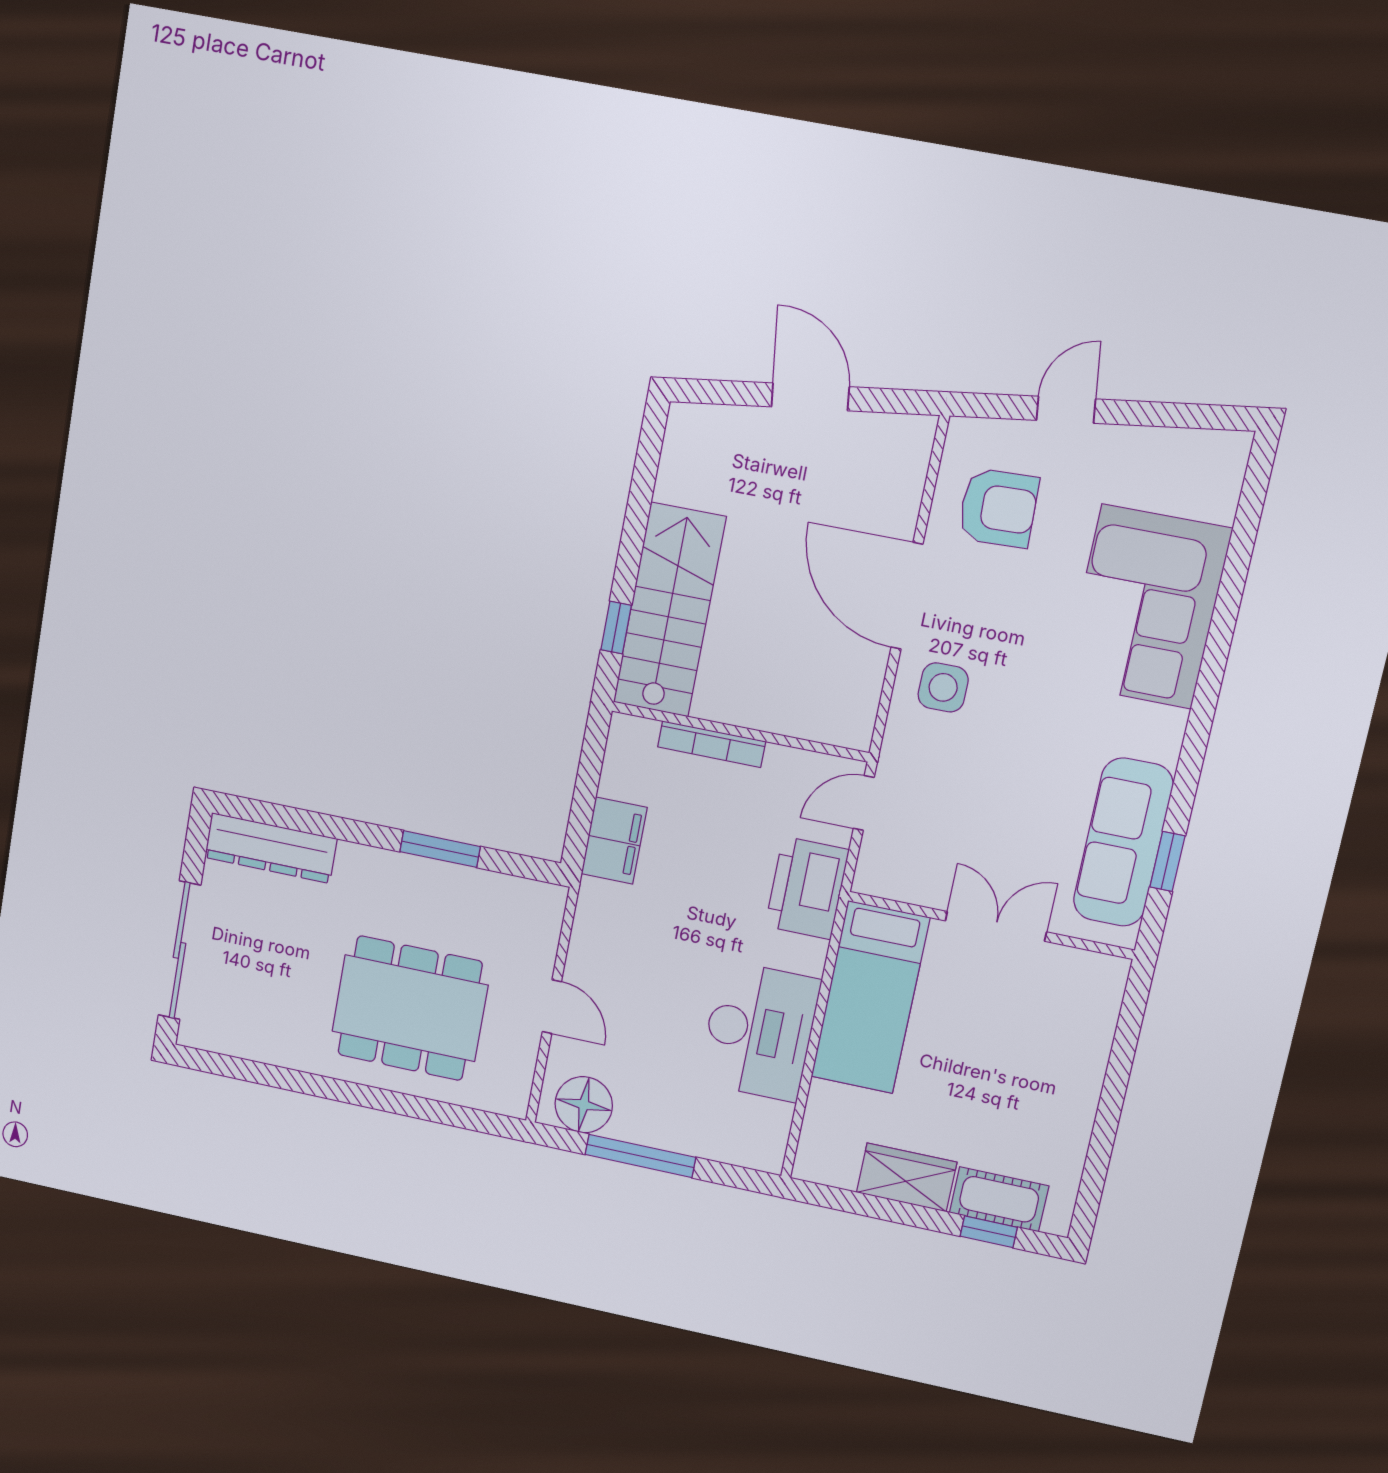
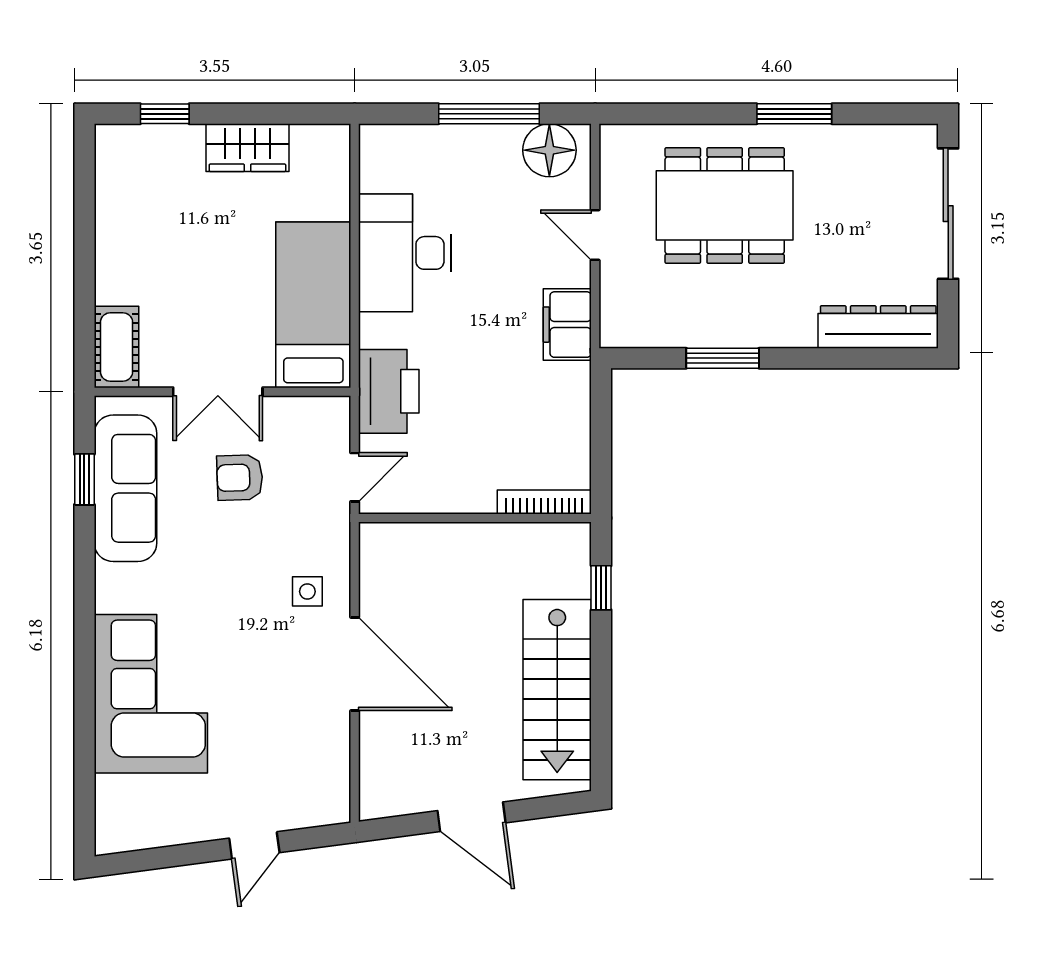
armchair: (998, 508) -> (240, 478), moved, width x0.72, depth x0.72
stairs: (669, 610) -> (557, 690), moved
side table: (943, 687) -> (307, 591), width x0.73, depth x0.73
bookcase: (712, 744) -> (544, 502), moved
filing cabinet: (614, 841) -> (567, 325), moved
window: (321, 1086) -> (794, 114), added
cot: (999, 1199) -> (117, 347), moved, turned 90

